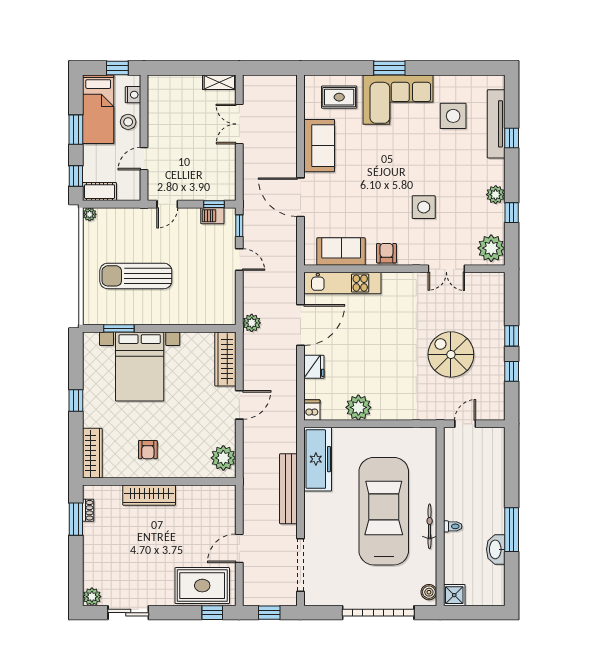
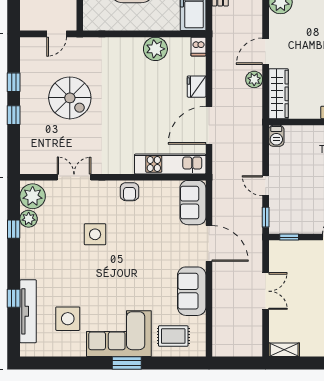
double door: (239, 124) -> (266, 291), moved
plant: (496, 195) -> (29, 219), moved
barbecue: (212, 216) -> (276, 136), moved, turned 90
sofa: (341, 252) -> (193, 203), moved, turned 90
plant: (252, 323) -> (254, 79), moved

